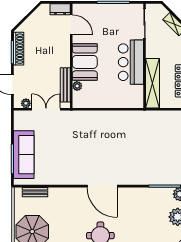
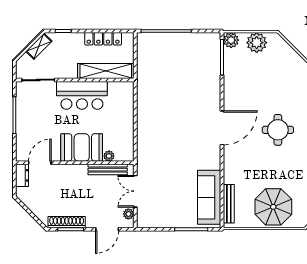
sofa: (24, 155) -> (209, 197), moved, turned -90
bench: (35, 192) -> (229, 204), width x1.36

